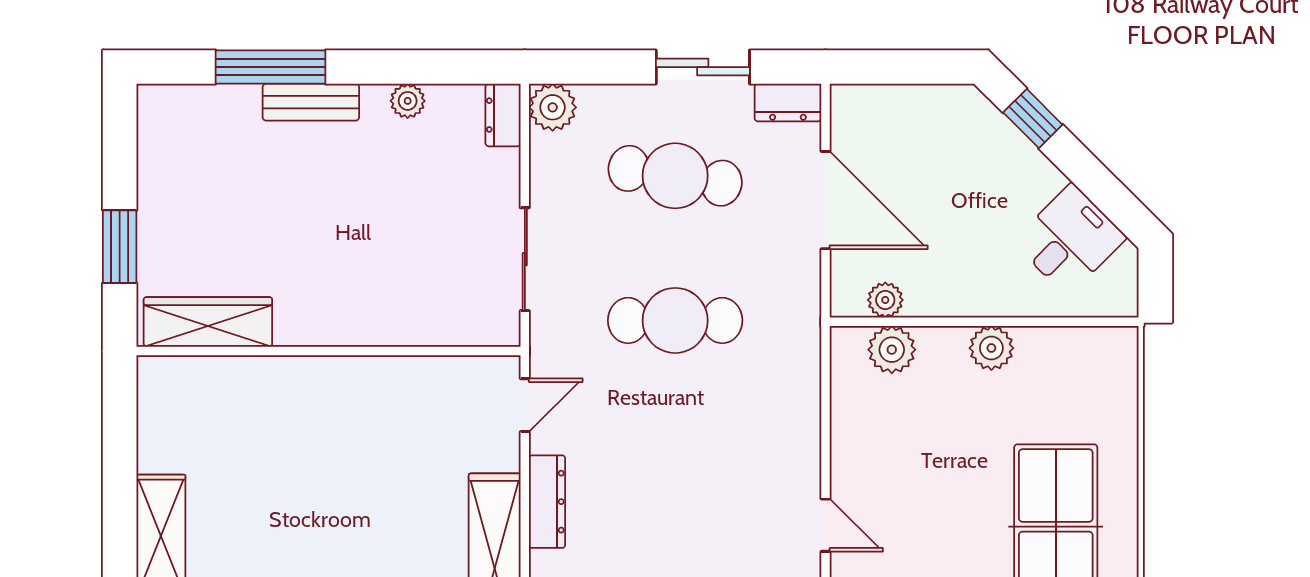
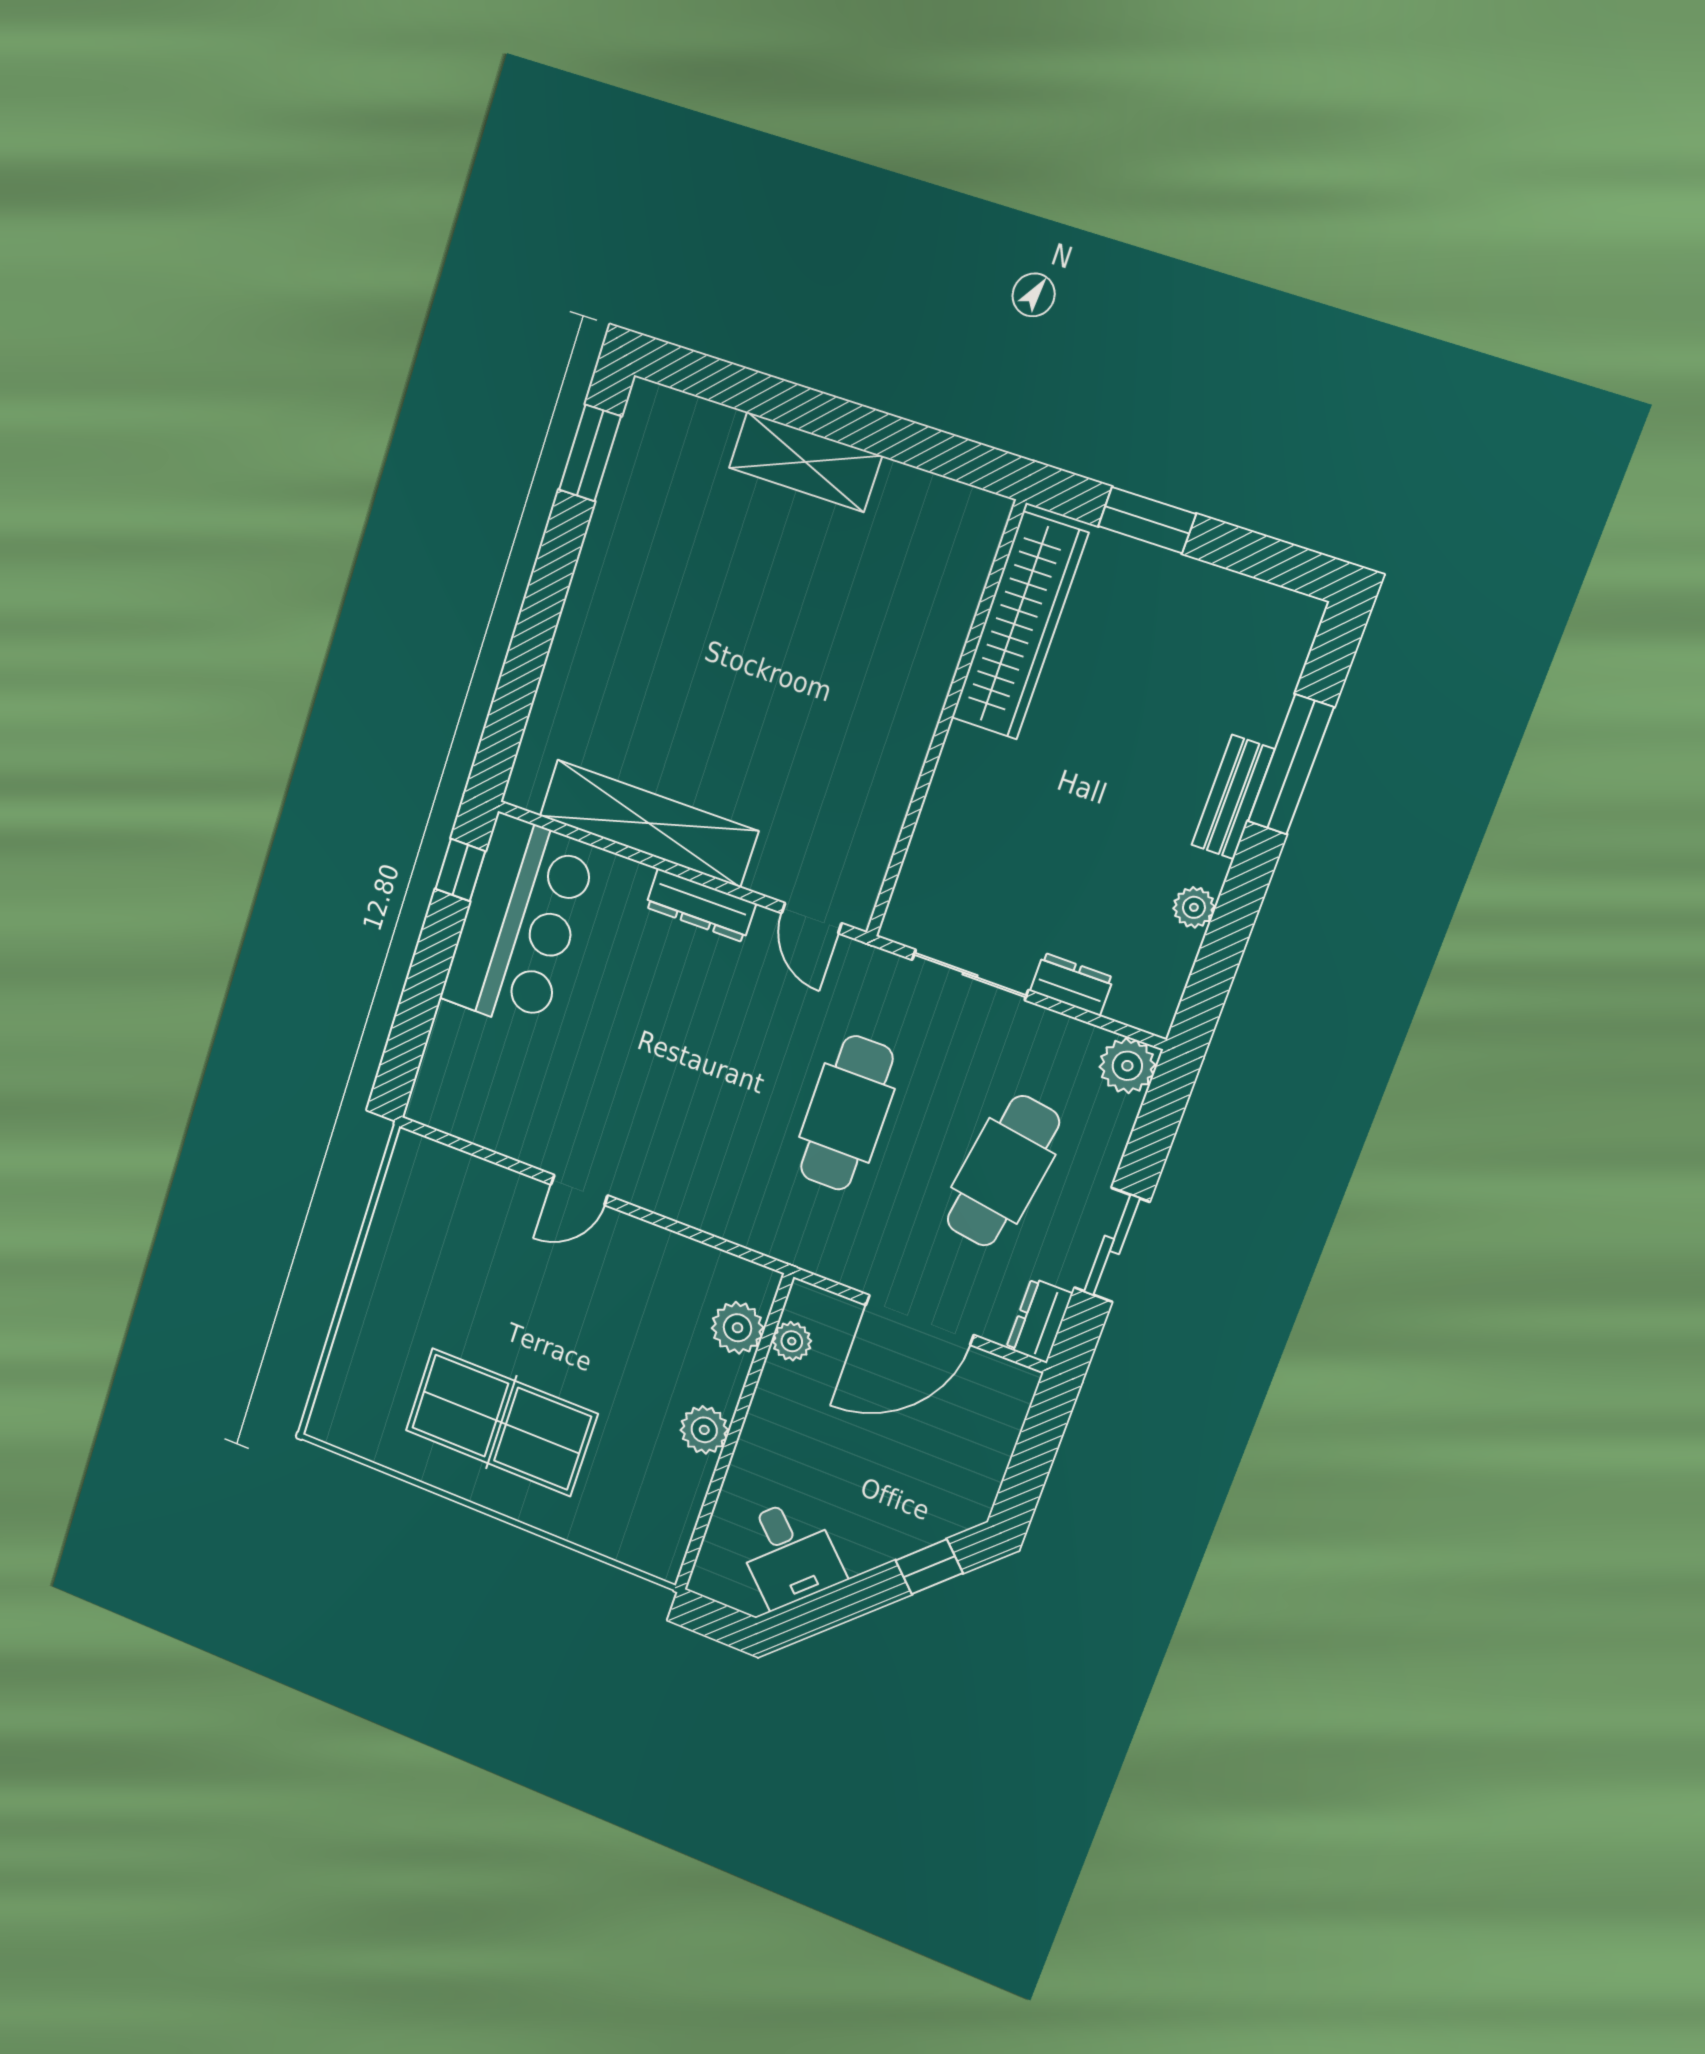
dresser: (503, 115) -> (1072, 984), moved
wardrobe: (208, 322) -> (1020, 626), width x1.40, depth x1.17

